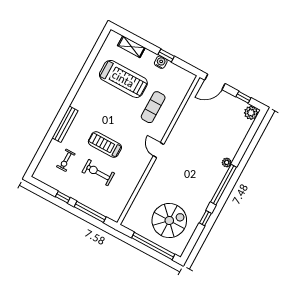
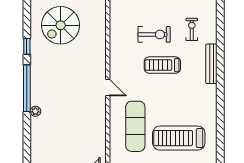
exercise mat: (153, 107) -> (135, 126), width x1.36, depth x1.45
treadmill: (105, 144) -> (162, 65), turned 180

